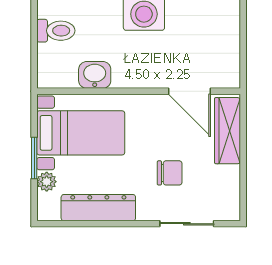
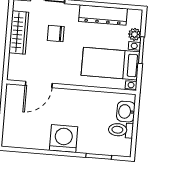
washbasin: (95, 75) -> (126, 112), moved, turned 90
door: (190, 91) -> (39, 84), swing flipped
wardrobe: (227, 131) -> (19, 32), moved

